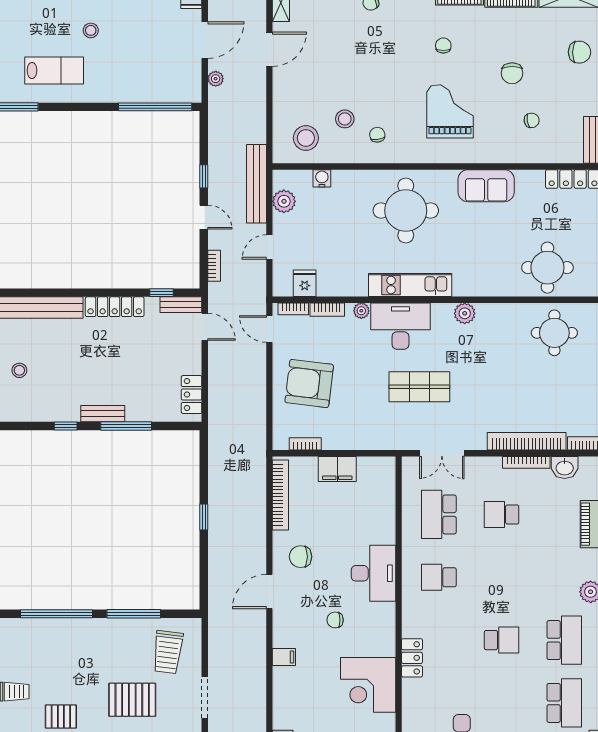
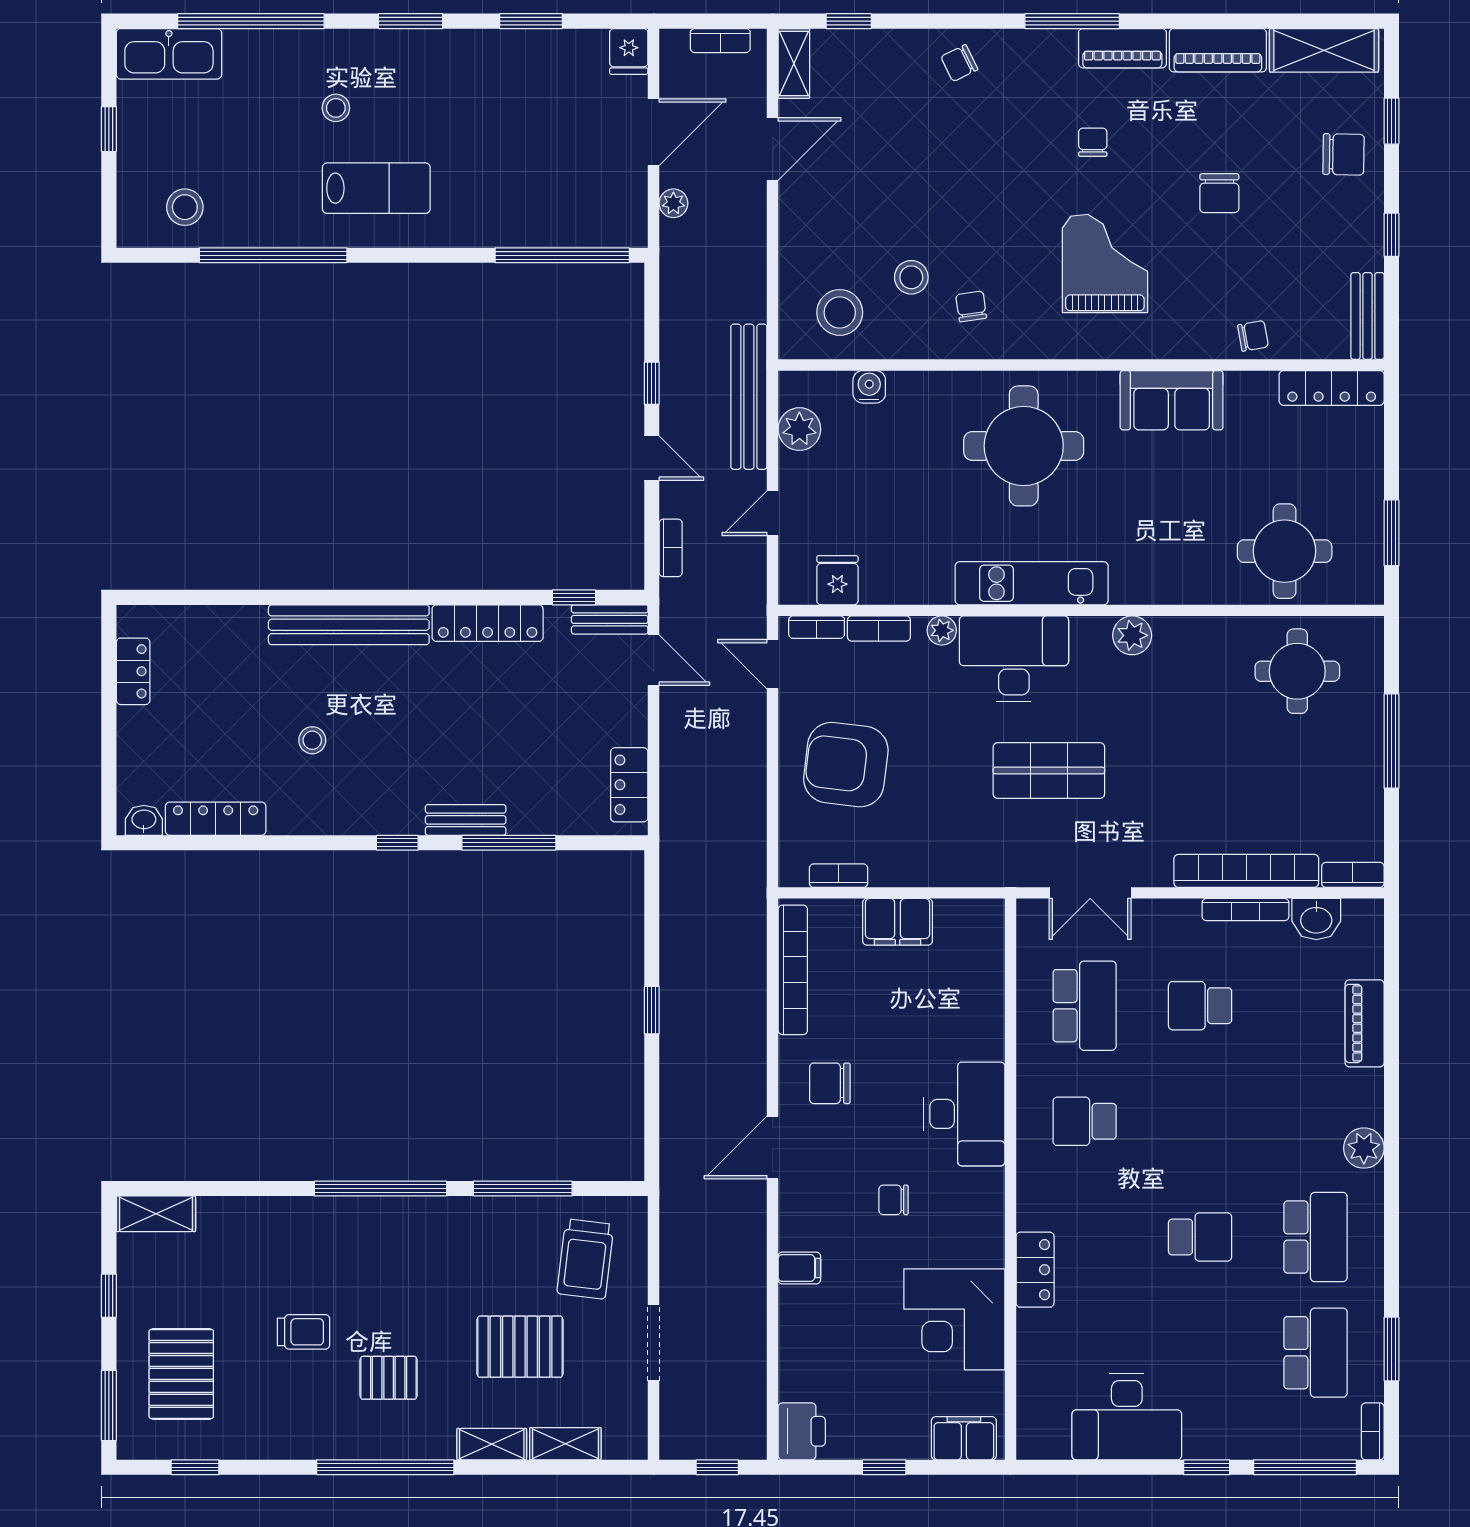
stool: (91, 30) -> (336, 108), moved
chair: (532, 120) -> (1253, 336), moved
school desk: (439, 514) -> (1085, 1006), turned 180

